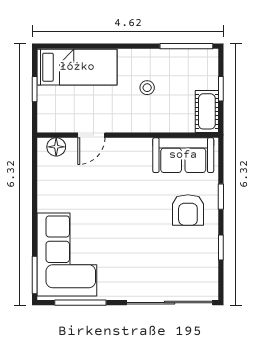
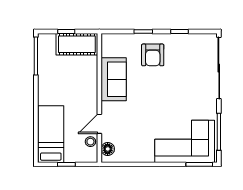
stool: (147, 88) -> (90, 142), moved
cot: (207, 111) -> (77, 44), width x1.37, depth x1.34
door: (91, 135) -> (99, 124), swing flipped
sofa: (183, 155) -> (114, 79), moved
armchair: (188, 210) -> (153, 55), turned 90

